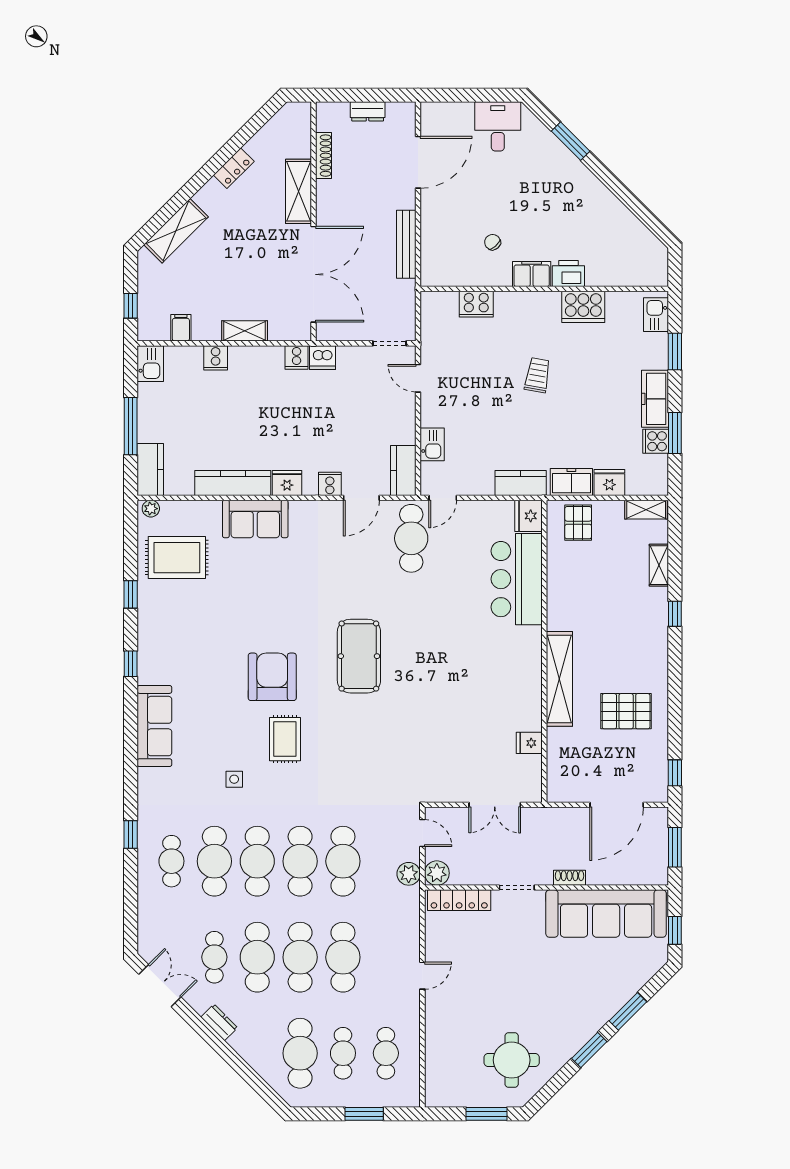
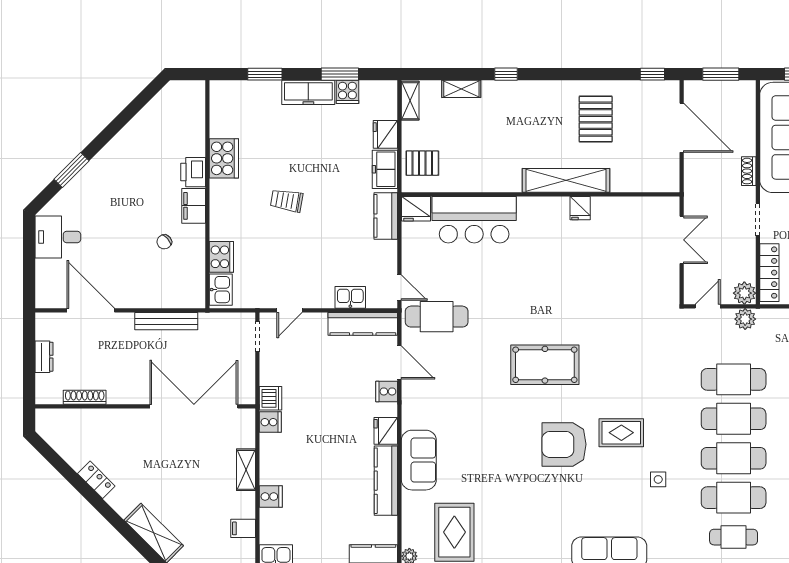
shelving: (298, 191) -> (118, 420), removed
kitchen sink: (656, 315) -> (221, 290), moved, turned -90
kitchen counter: (403, 471) -> (363, 324), width x1.50
fridge: (529, 743) -> (580, 208), moved

